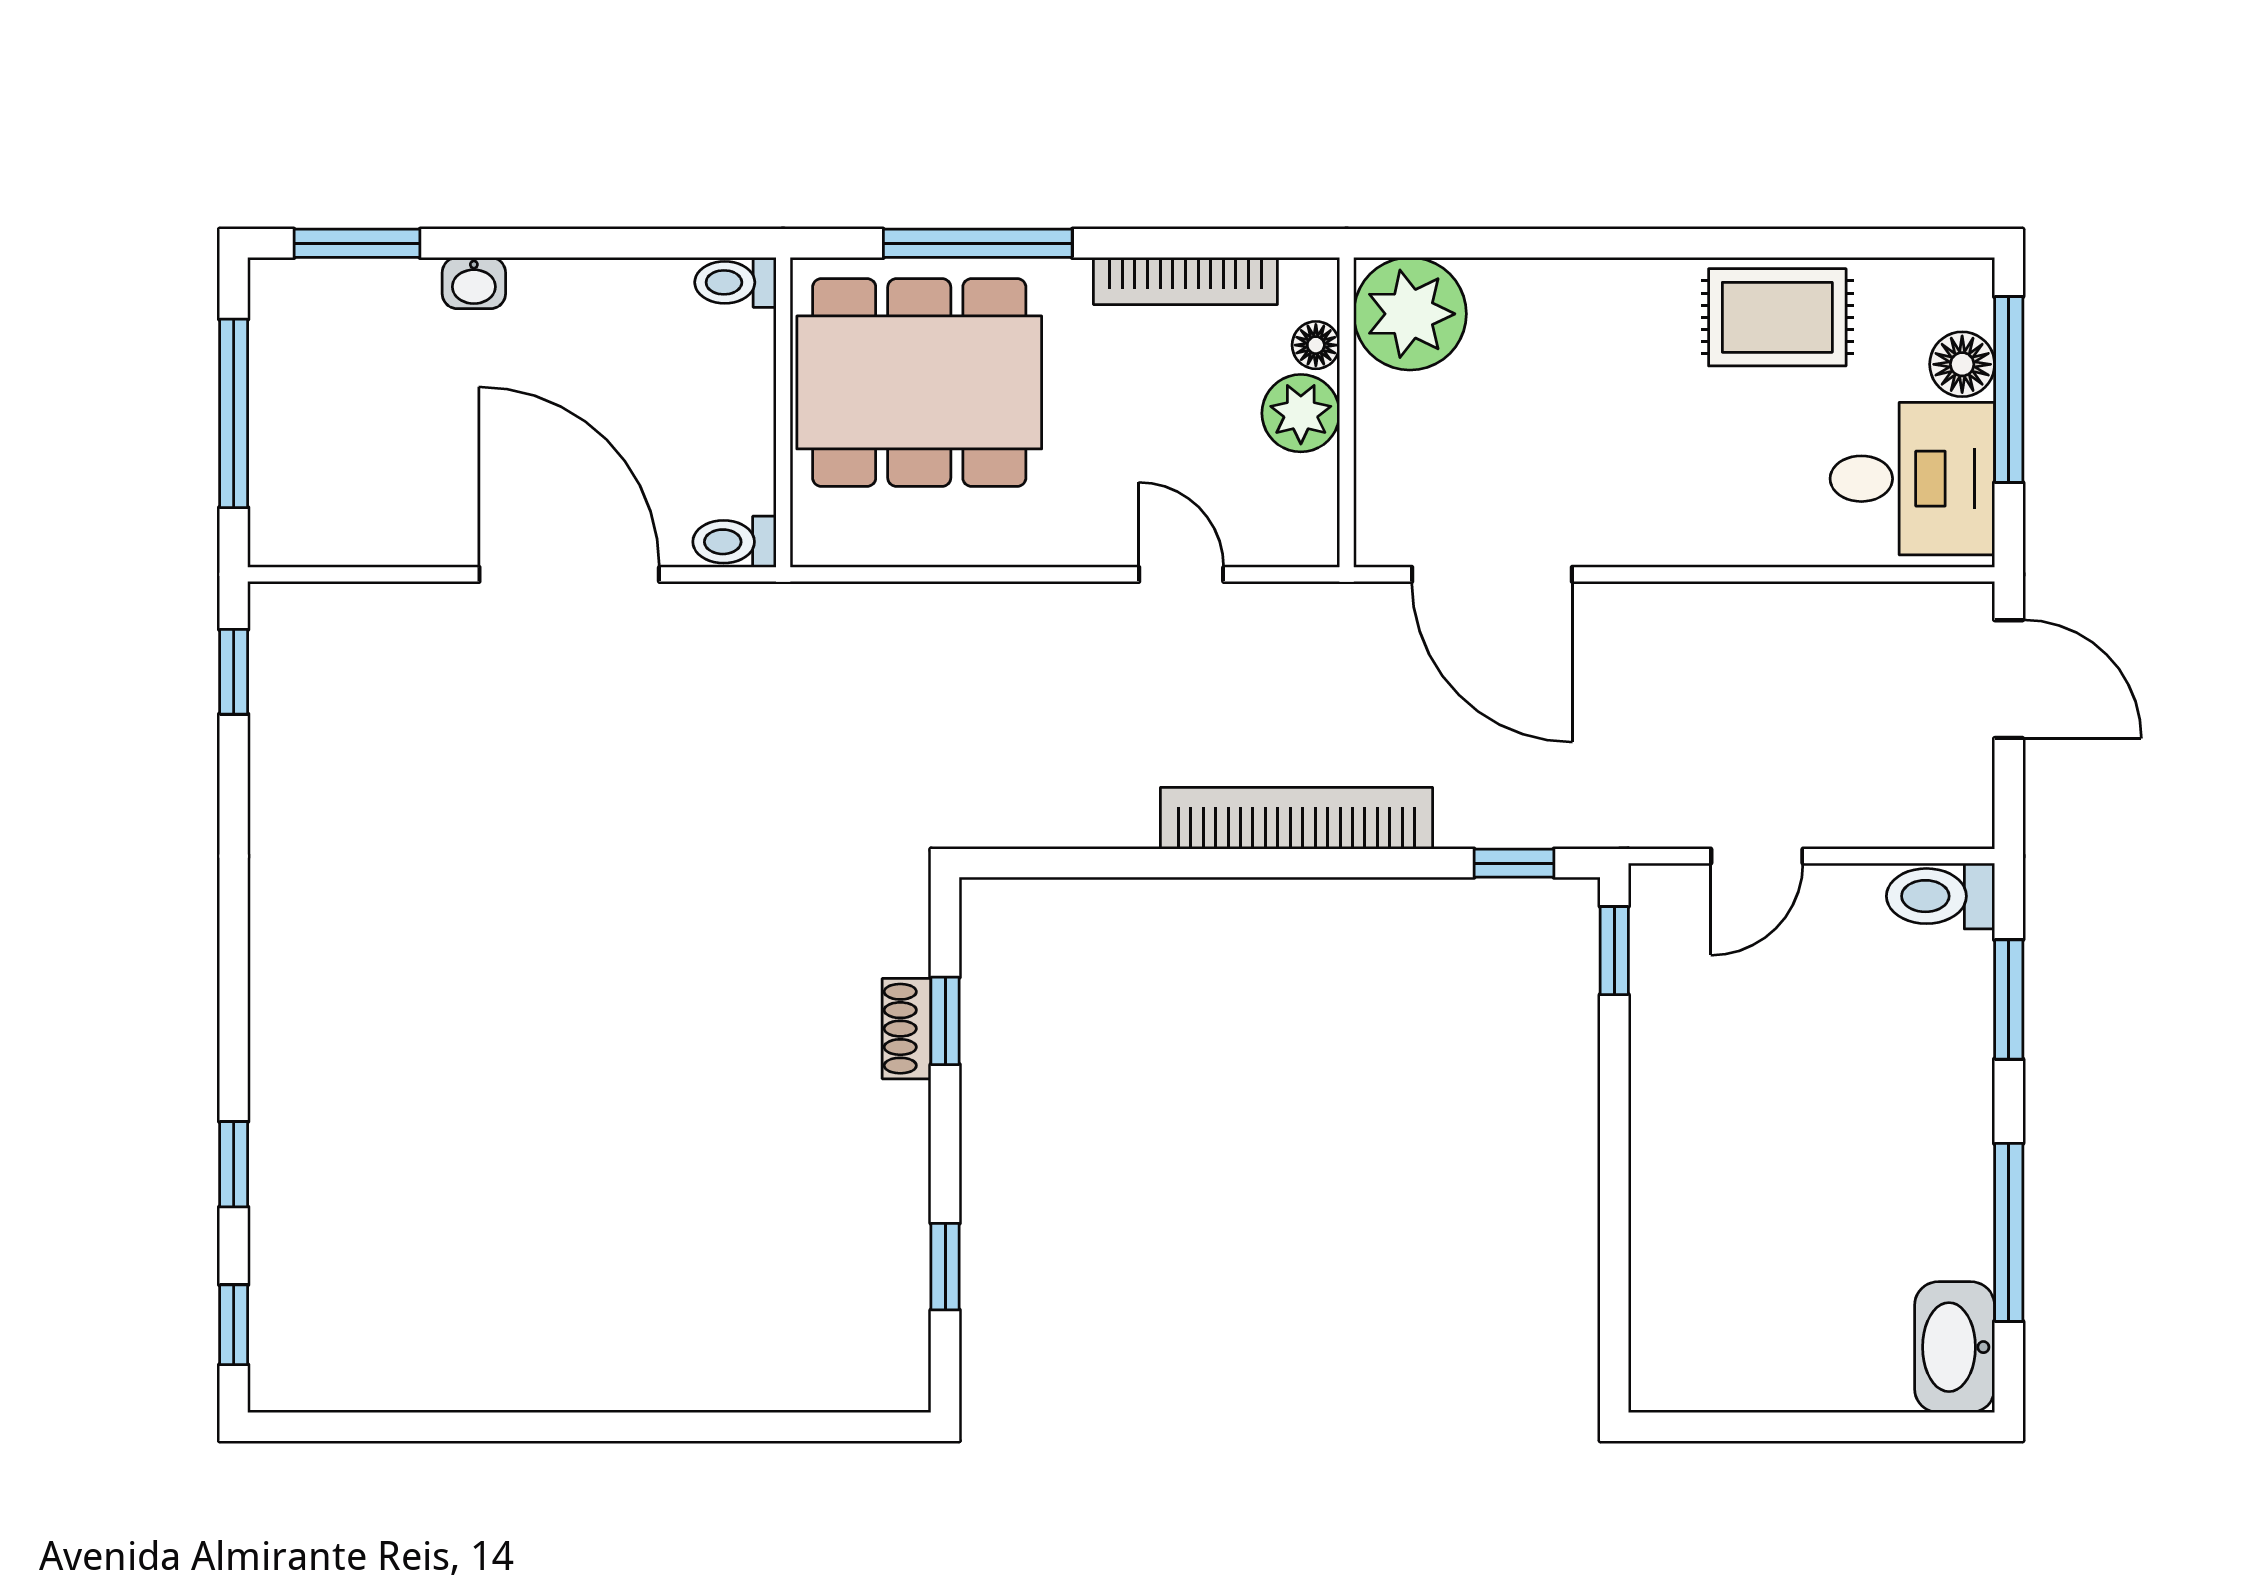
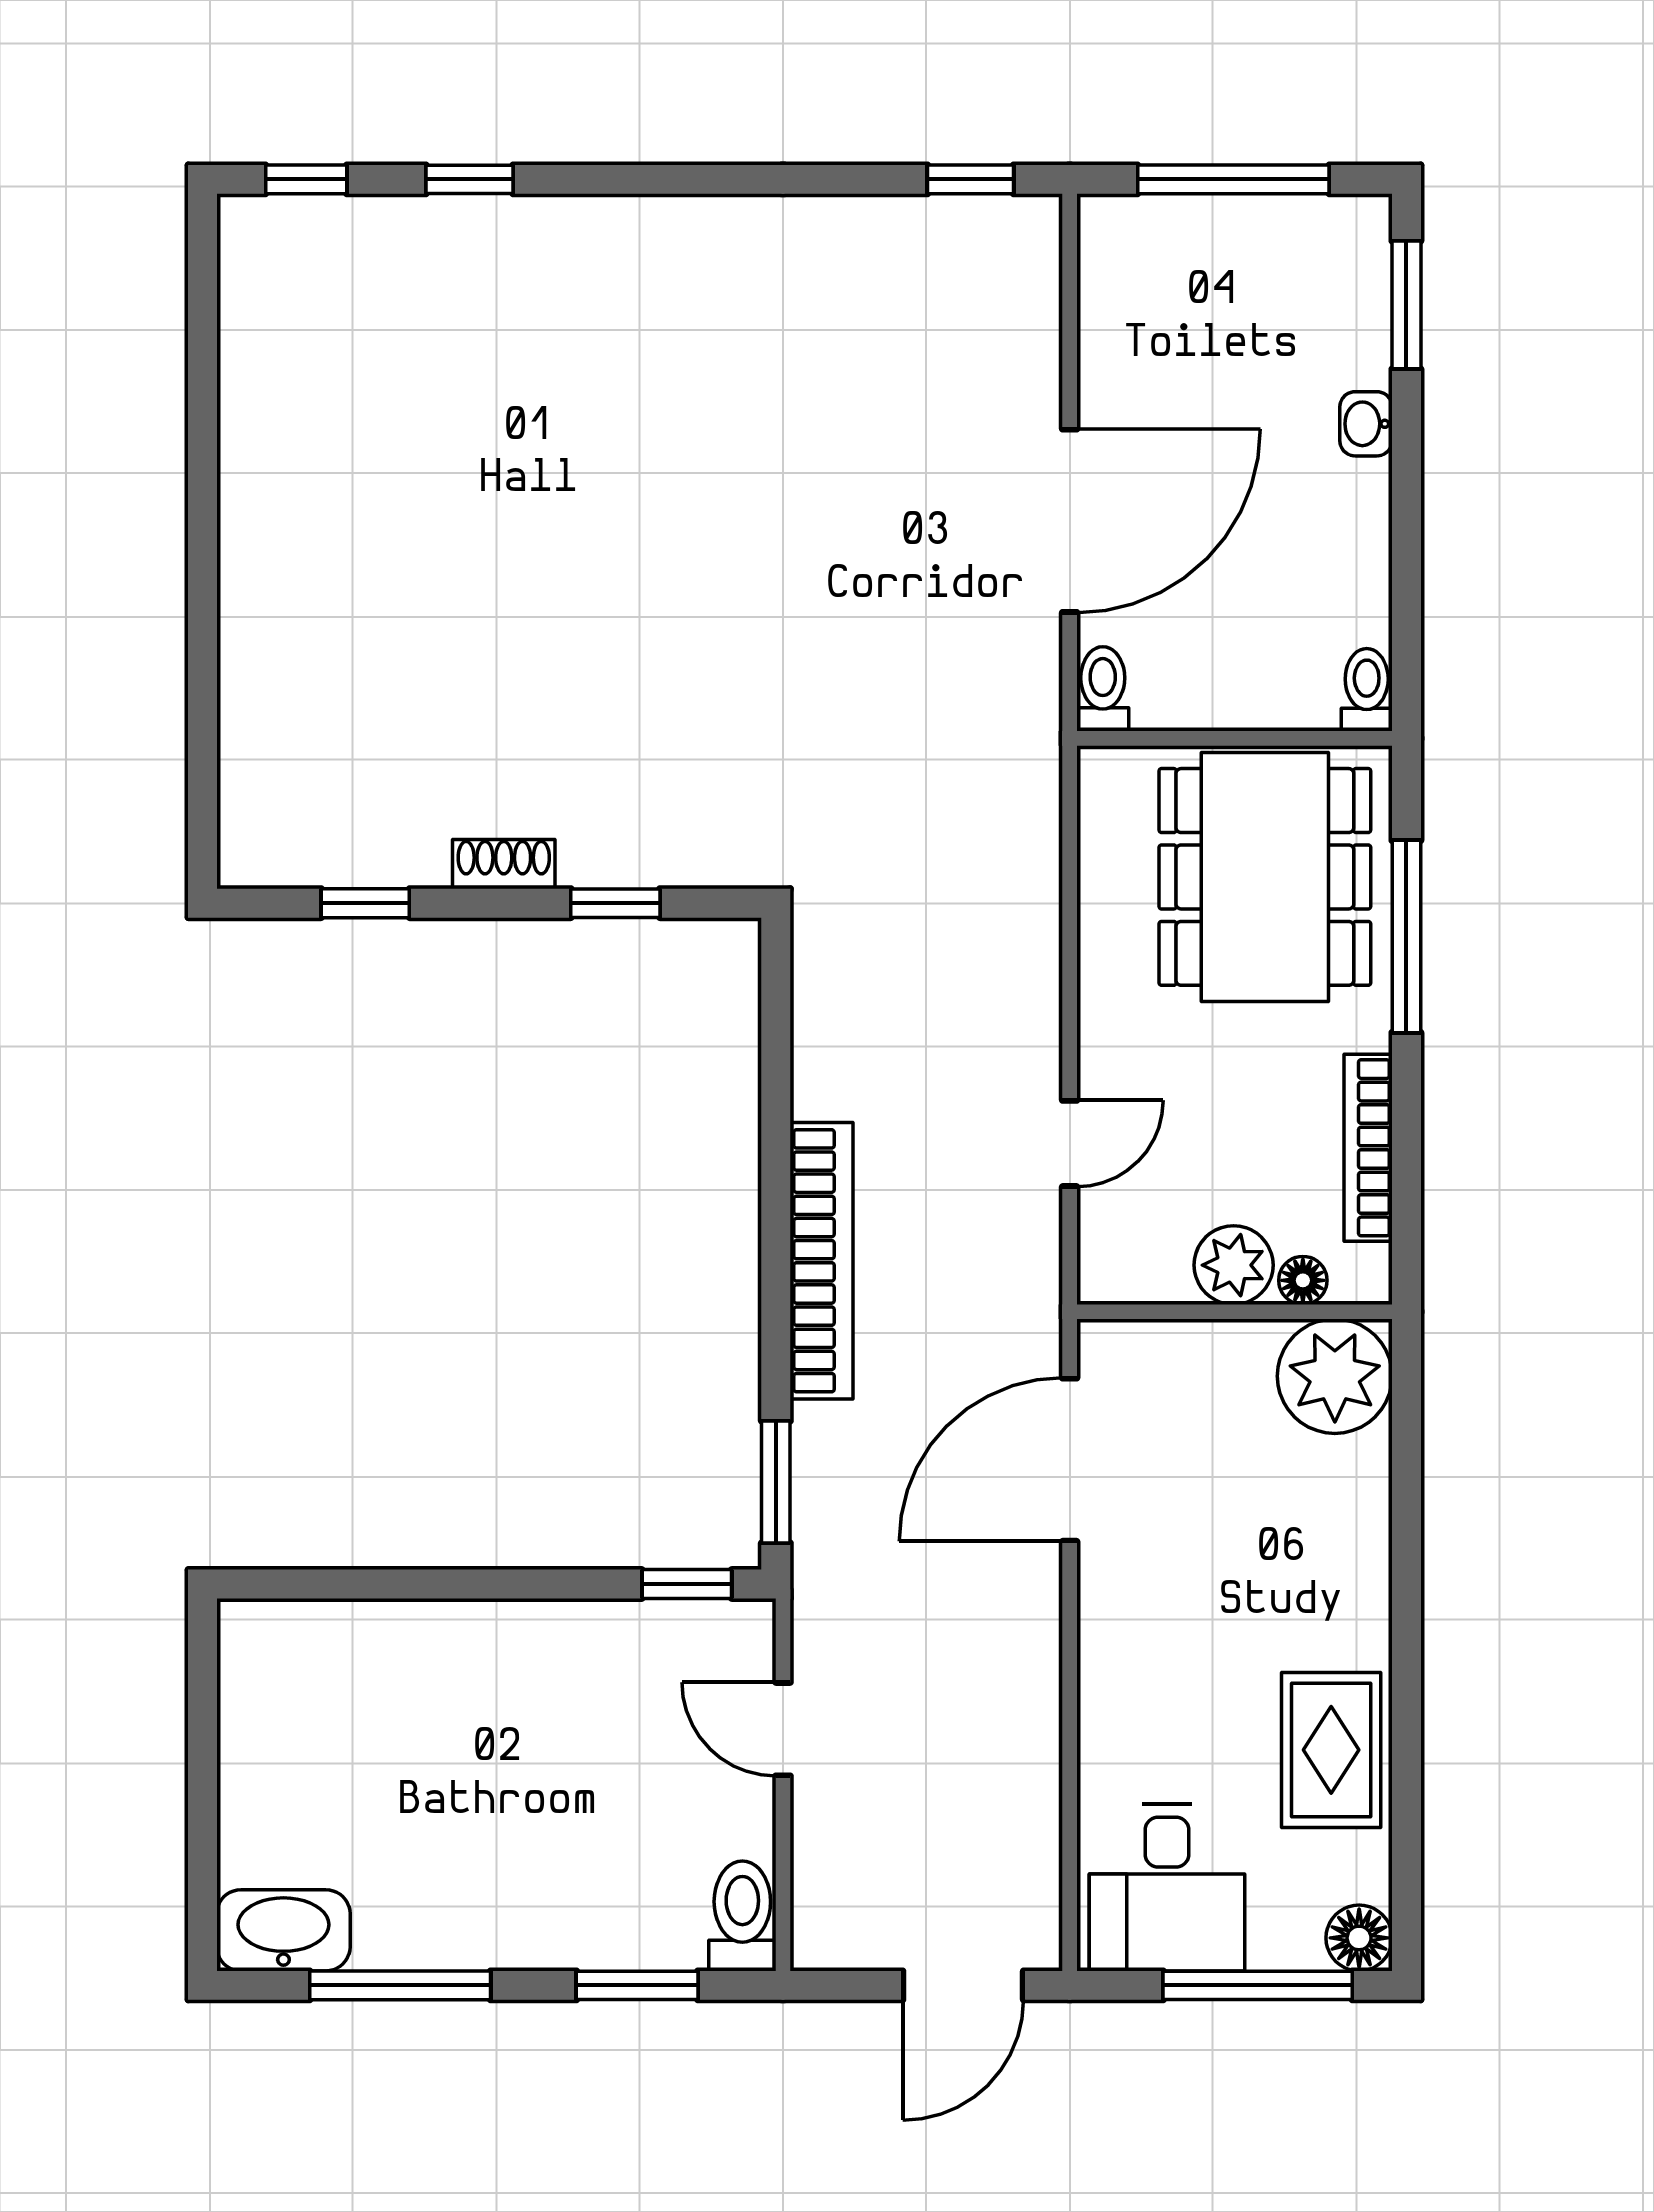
floor lamp: (1962, 364) -> (1359, 1938), moved
window: (1514, 863) -> (776, 1482), width x1.50
shoe rack: (907, 1029) -> (504, 864), moved

